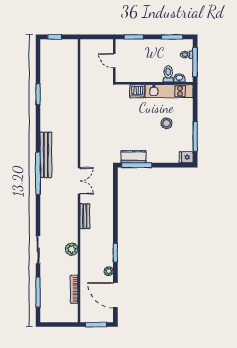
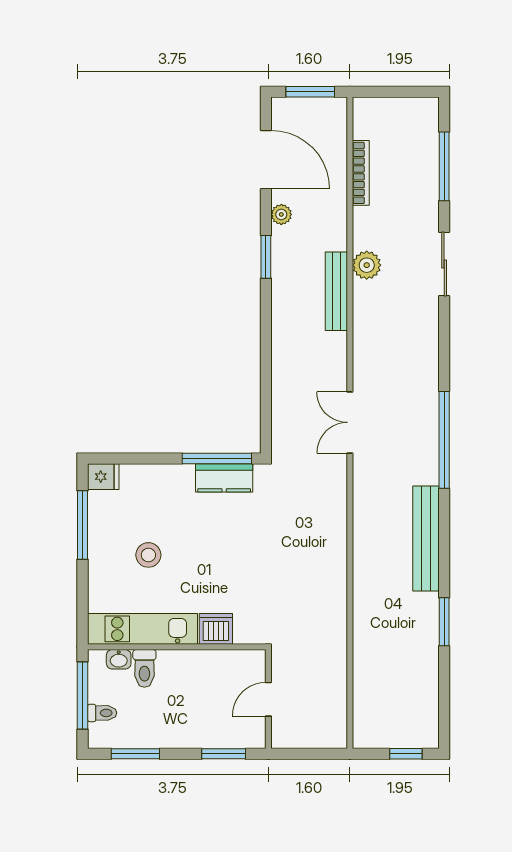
door: (114, 61) -> (268, 699), swing flipped
bench: (46, 155) -> (426, 539), moved
bench: (85, 216) -> (336, 291), moved, width x1.36

